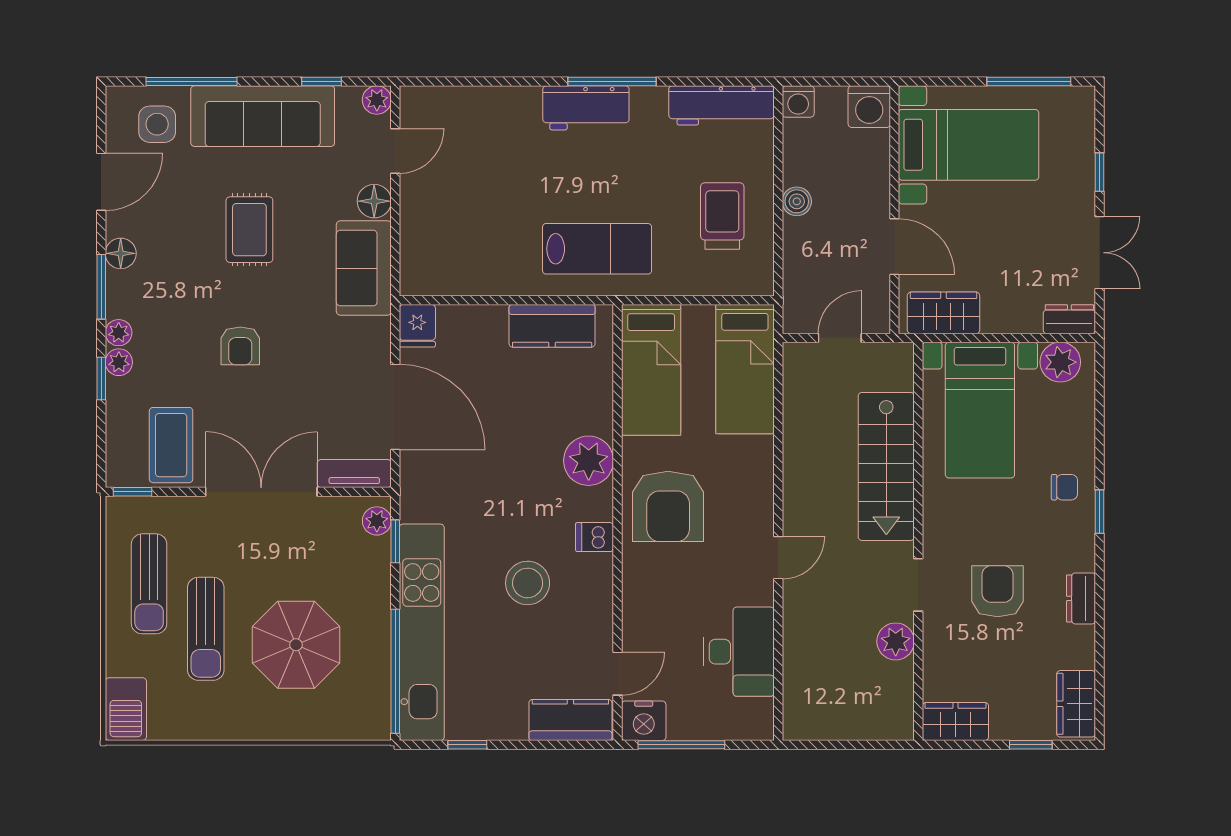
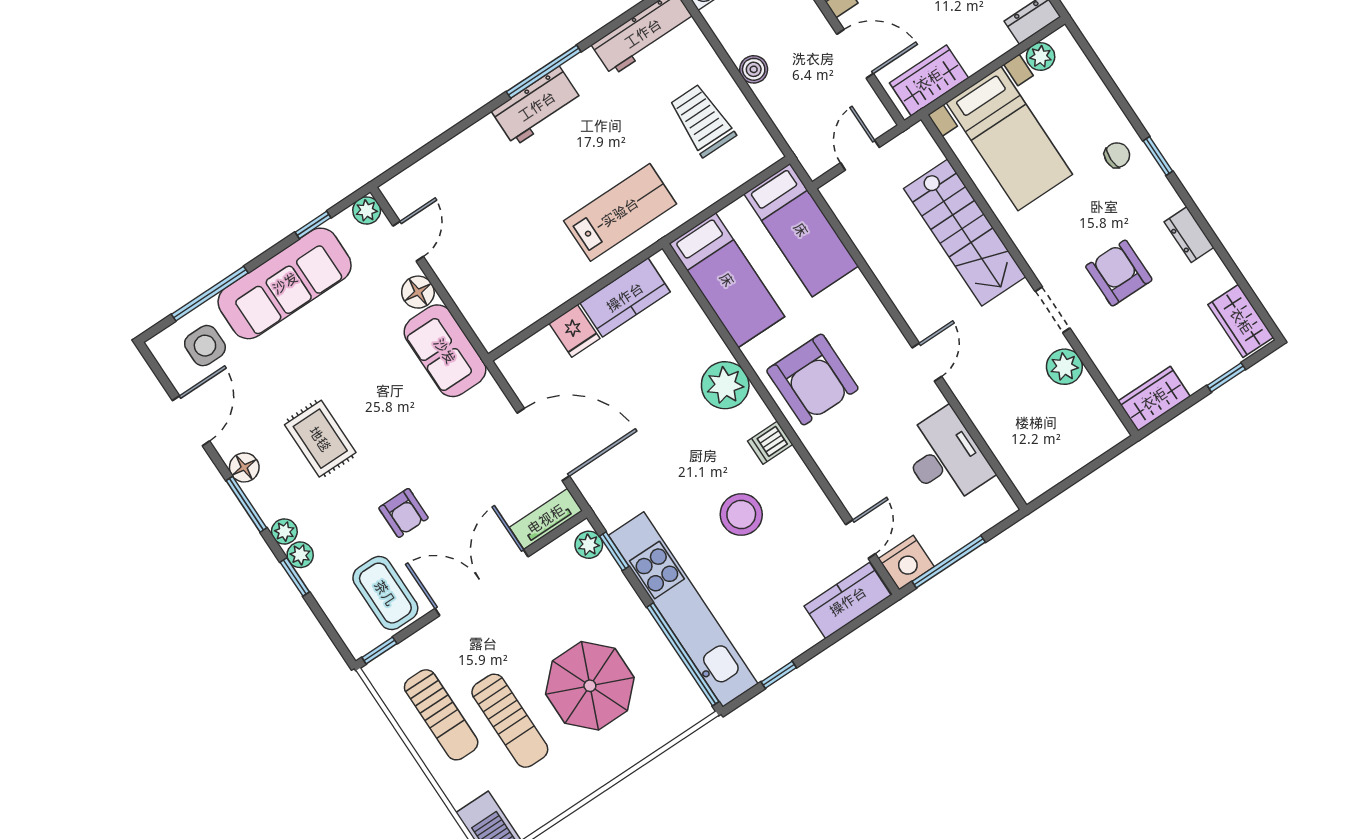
rug: (249, 230) -> (320, 439), moved
fridge: (417, 326) -> (574, 331), moved
armchair: (240, 346) -> (404, 513), moved
plant: (1060, 362) -> (1041, 56), width x0.73, depth x0.73

